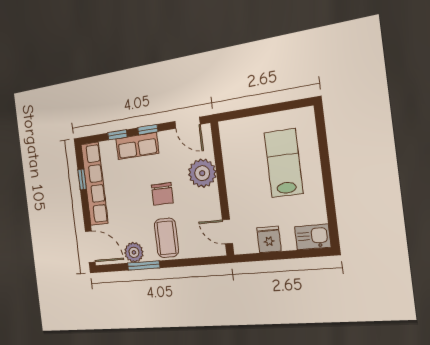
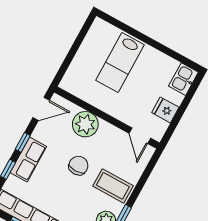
lab bench: (284, 163) -> (120, 63), turned -90
chair: (162, 194) -> (78, 166), turned -90
door: (227, 232) -> (140, 136), hinge flipped

